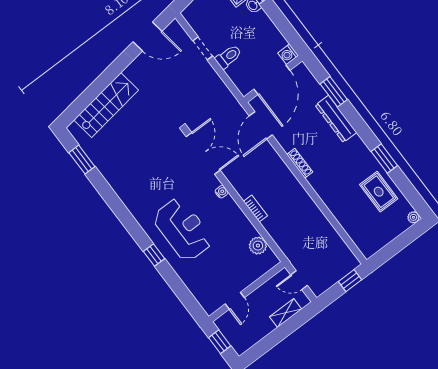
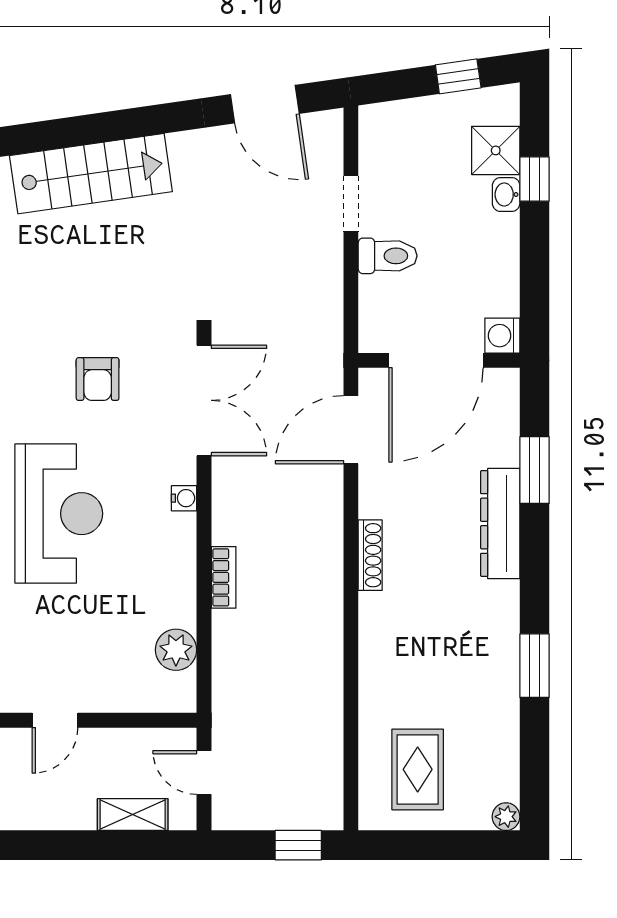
armchair: (161, 173) -> (98, 379), added
rug: (379, 192) -> (418, 769), moved

